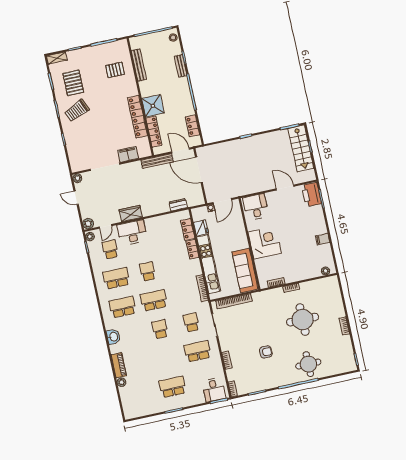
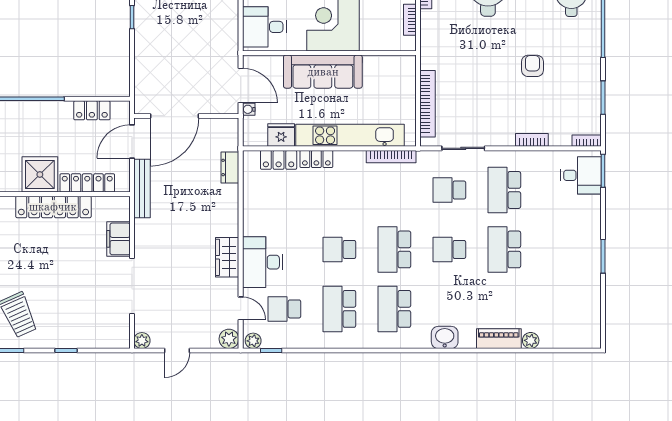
sofa: (245, 270) -> (323, 72), moved
school desk: (172, 387) -> (504, 249), moved

